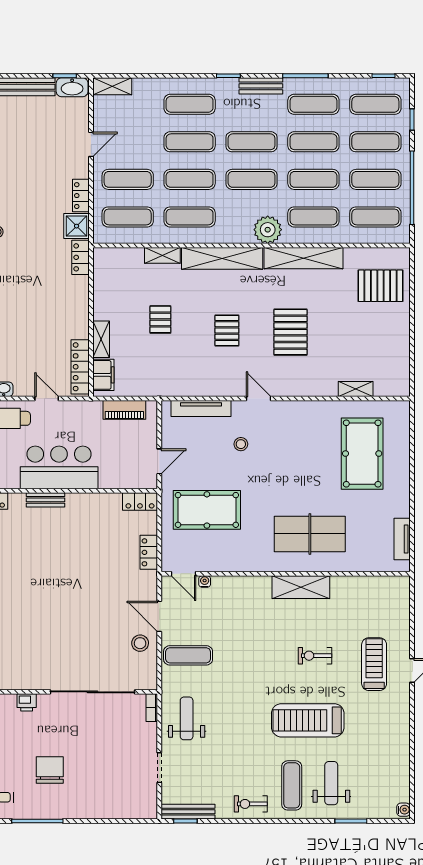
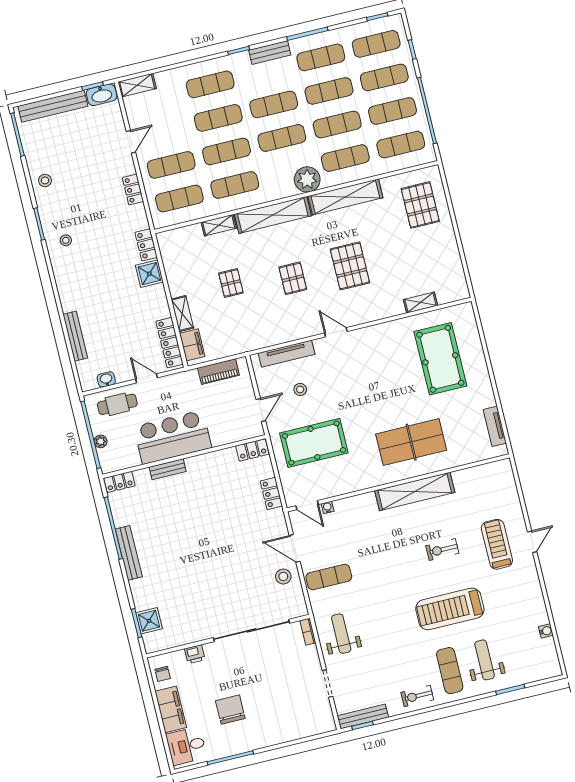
shower: (77, 226) -> (149, 274), moved
pallet: (380, 286) -> (420, 205), turned 90
stool: (241, 444) -> (300, 389), moved
shelving: (301, 587) -> (415, 491), width x1.47
water cooler: (404, 810) -> (546, 631), moved

